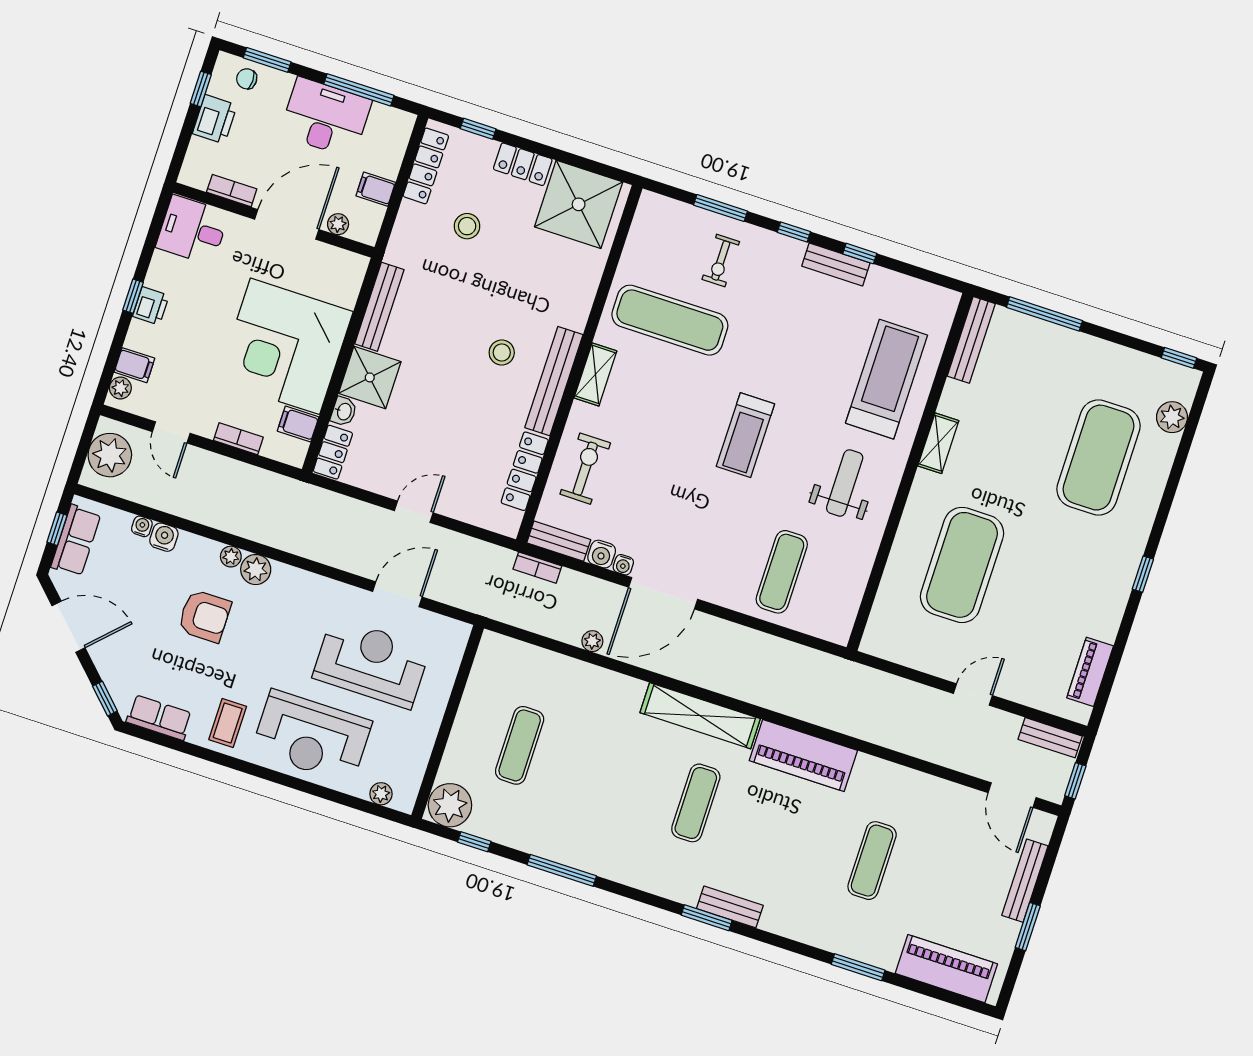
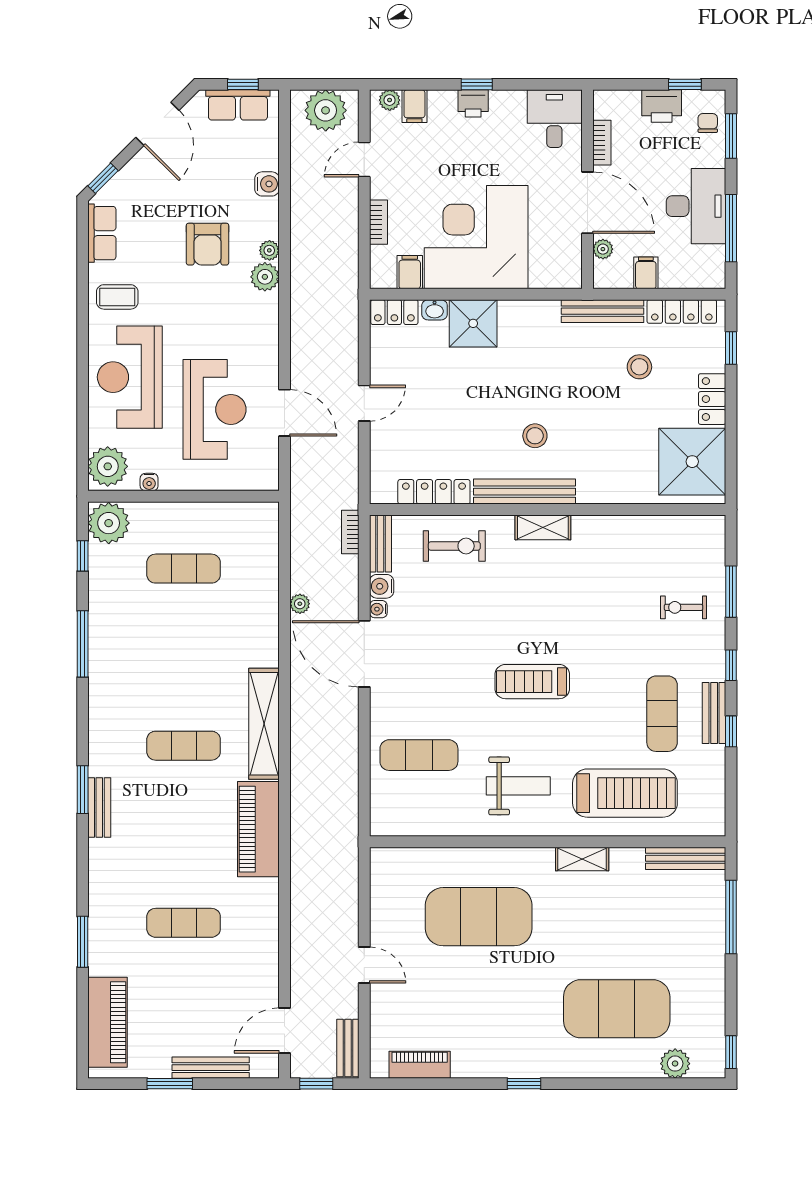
bench: (379, 307) -> (603, 311), moved
exercise mat: (670, 320) -> (662, 714), moved, width x0.73, depth x0.69
door: (414, 512) -> (364, 403), hinge flipped
water cooler: (142, 526) -> (149, 482), moved, turned 90
plant: (381, 794) -> (108, 466), width x1.87, depth x1.87

